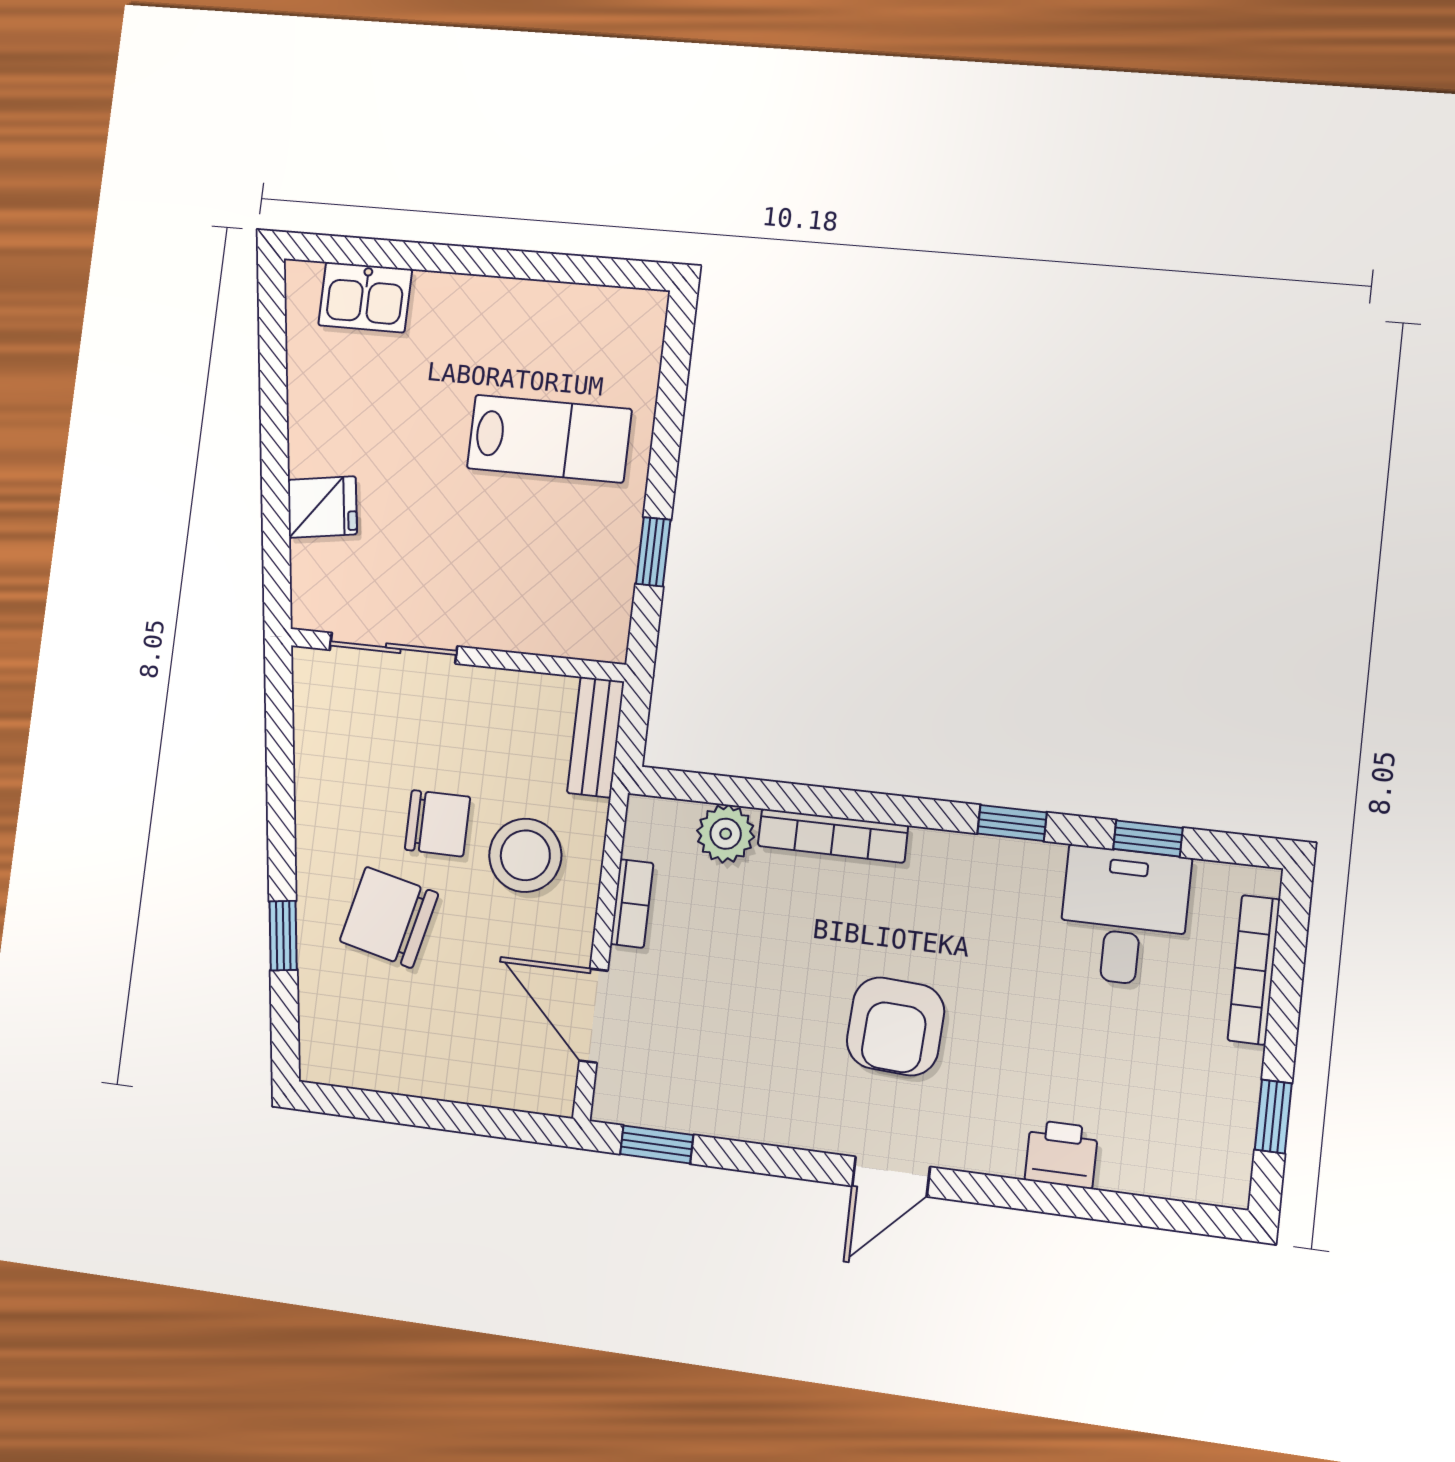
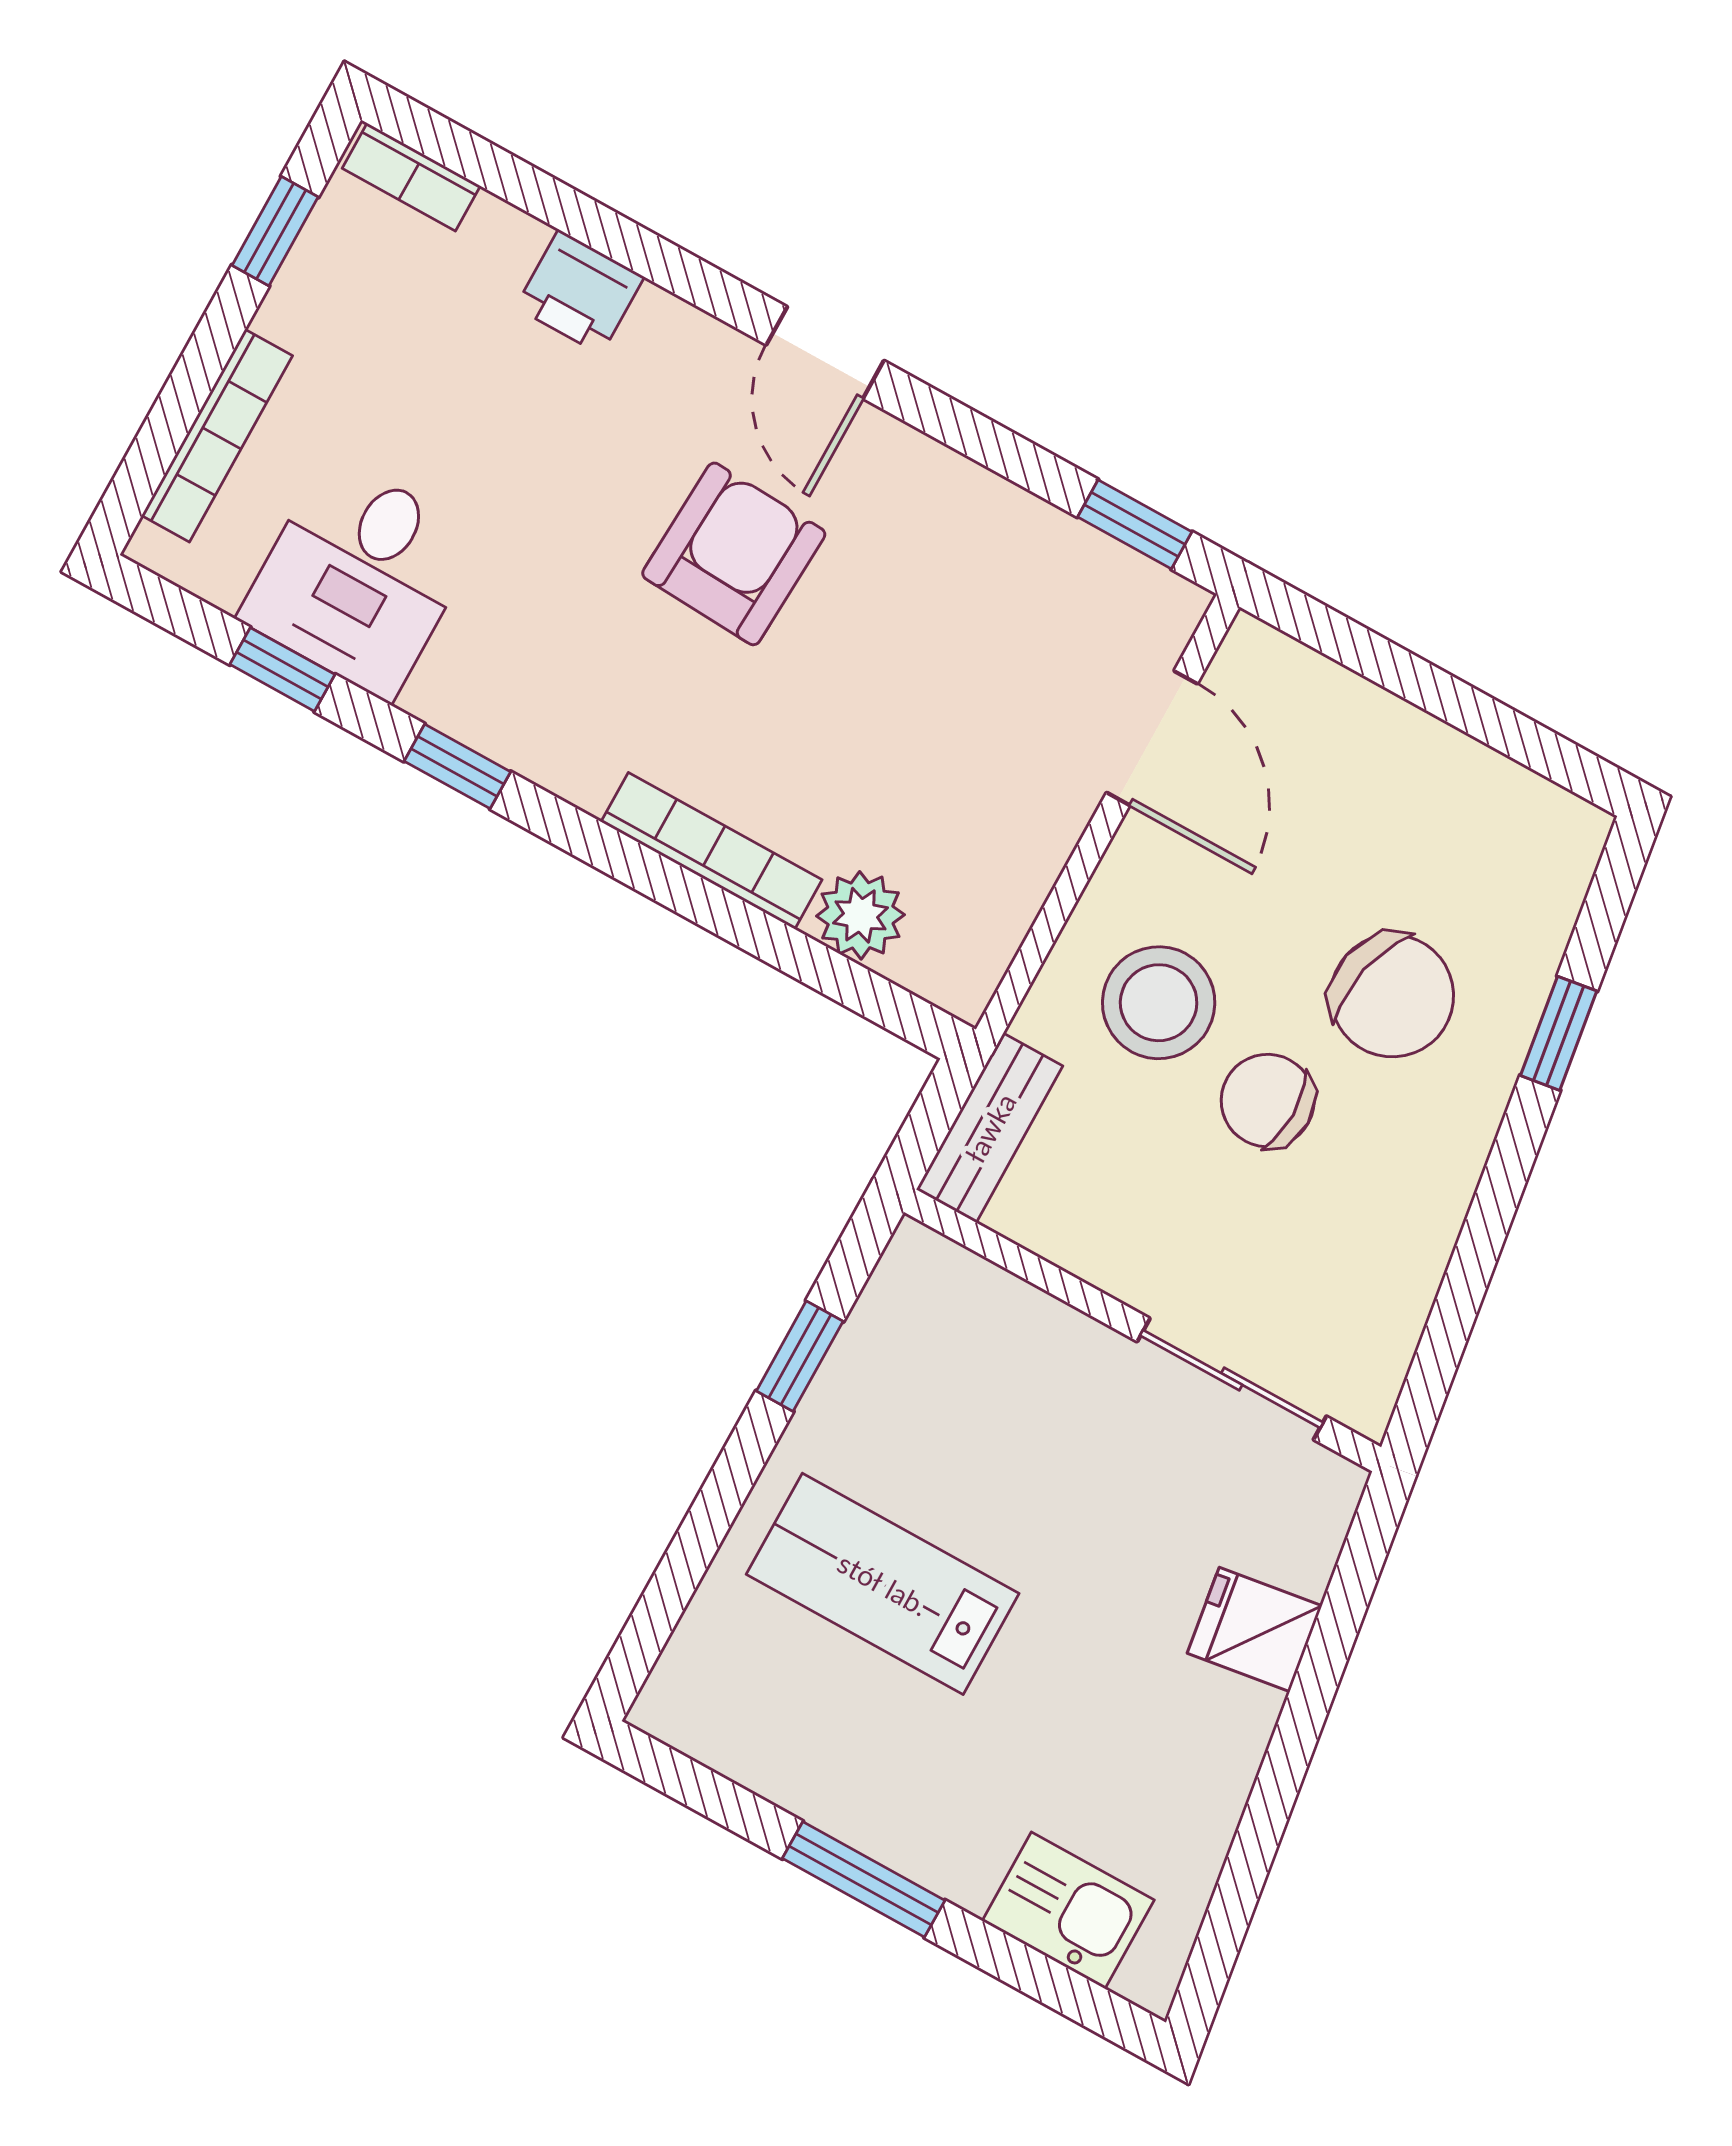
window: (490, 262) -> (864, 1879), added
bookcase: (632, 903) -> (411, 177), moved, turned -90
door: (891, 1177) -> (825, 353), swing flipped

